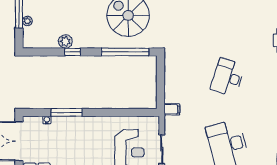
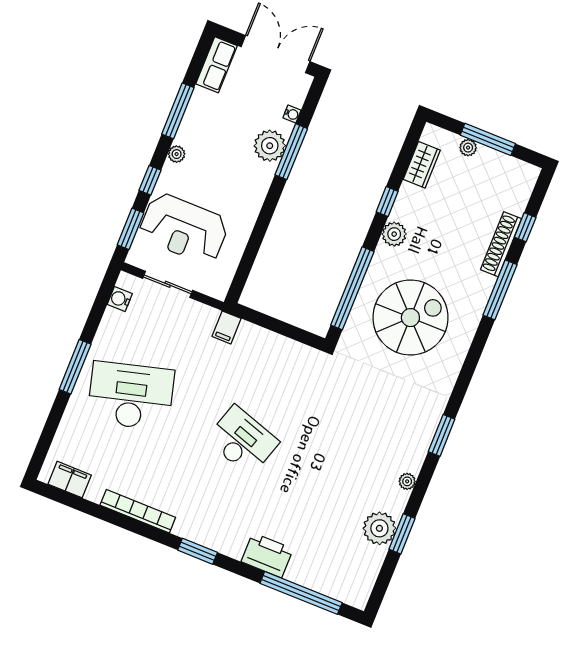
plant: (65, 41) -> (394, 234), moved
wardrobe: (46, 42) -> (422, 165), added
plant: (68, 125) -> (270, 146), added

